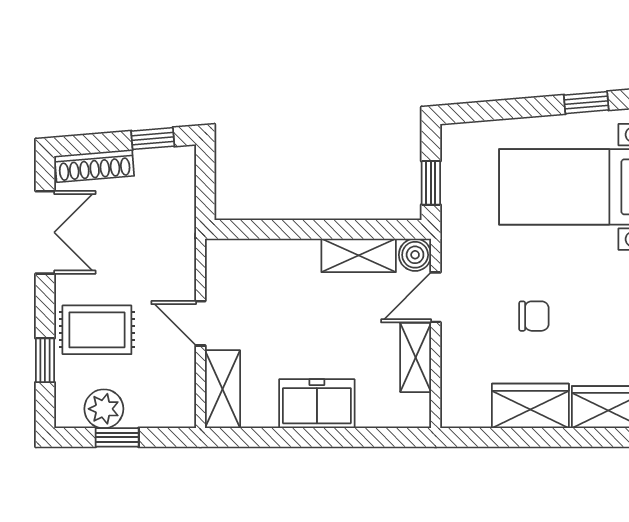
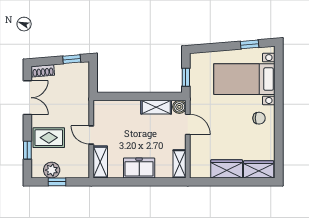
shoe rack: (94, 166) -> (43, 71), width x0.70
door: (436, 297) -> (188, 124), swing flipped
chair: (534, 316) -> (259, 118), moved
shelving: (416, 357) -> (180, 164), moved

